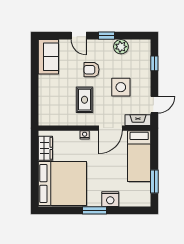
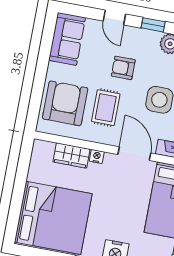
armchair: (56, 102) -> (65, 103), added
door: (110, 128) -> (134, 154), swing flipped
wardrobe: (45, 148) -> (72, 155), moved, turned 90

